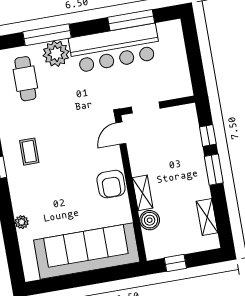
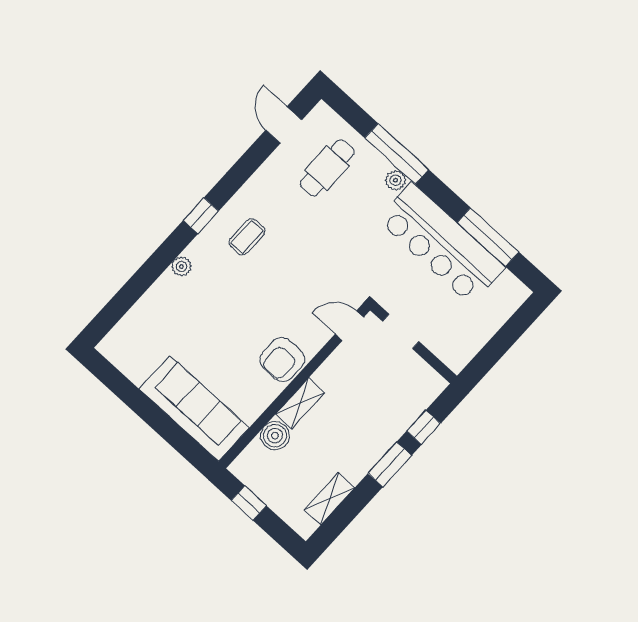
plant: (56, 54) -> (396, 180), width x0.53, depth x0.53
plant: (22, 222) -> (181, 267), moved
sofa: (87, 251) -> (194, 409), width x0.74, depth x0.79

